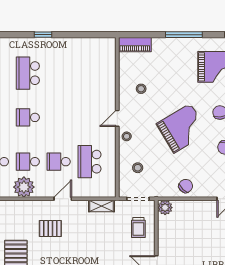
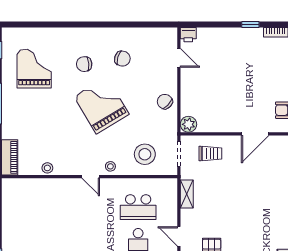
stool: (141, 89) -> (47, 168), moved
stool: (138, 168) -> (145, 154), width x1.89, depth x1.89

